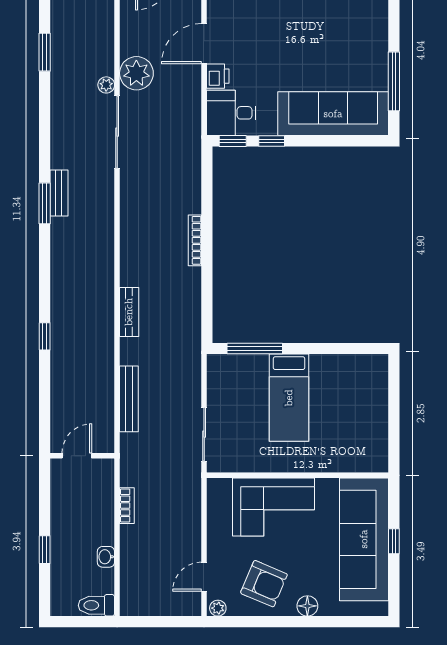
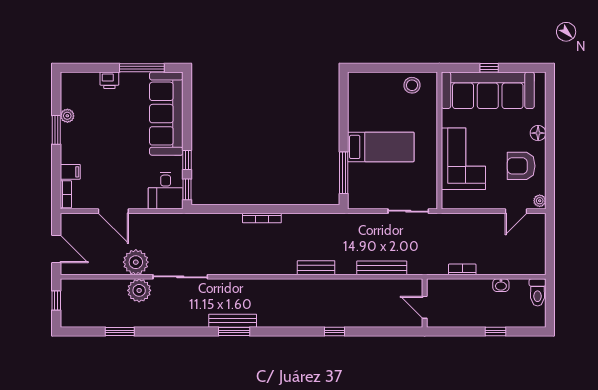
printer: (218, 76) -> (109, 80), moved, turned 180
plant: (106, 85) -> (139, 290), width x1.88, depth x1.88
bench: (59, 193) -> (233, 321), width x1.36
stool: (371, 439) -> (412, 85), added
door: (204, 577) -> (516, 211), hinge flipped
armchair: (264, 584) -> (521, 166), turned -113

